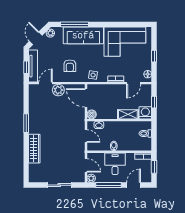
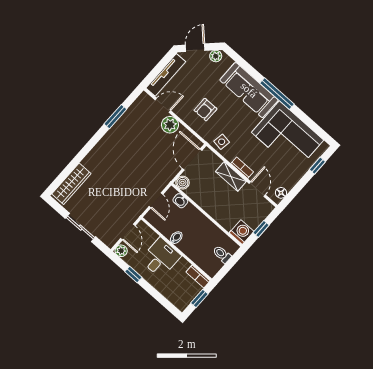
window: (75, 24) -> (277, 94), moved
window: (154, 56) -> (317, 166), moved
window: (26, 67) -> (157, 70), removed
door: (134, 83) -> (257, 189), swing flipped
shelving: (128, 114) -> (231, 177), moved
window: (26, 123) -> (115, 117), moved
wardrobe: (34, 149) -> (71, 184), moved
window: (109, 185) -> (133, 275), width x0.46
door: (134, 185) -> (160, 298), removed

